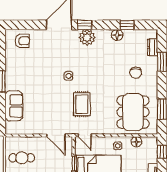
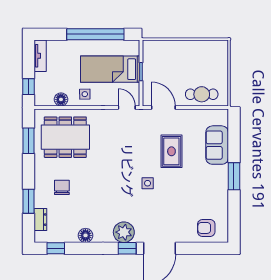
window: (127, 25) -> (56, 248), moved
rug: (82, 104) -> (171, 151), moved
dining table: (133, 112) -> (65, 137), turned 90
cafe table: (22, 158) -> (202, 94), moved

